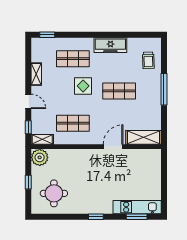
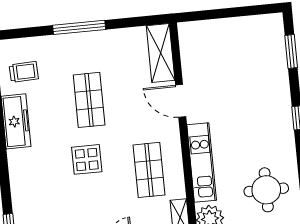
shop shelf: (73, 59) -> (44, 180), removed
trolley: (148, 60) -> (24, 72), moved
kitchen unit: (137, 207) -> (202, 163), moved, turned 180

